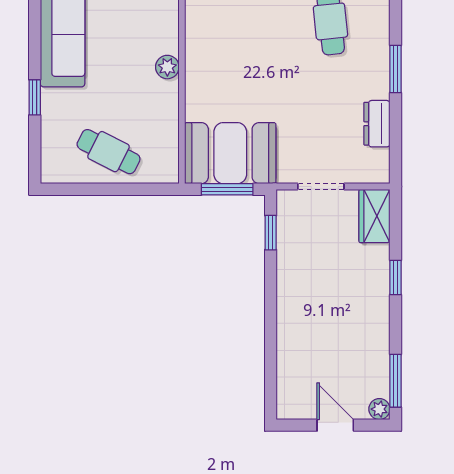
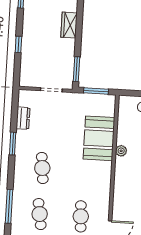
booth: (230, 153) -> (99, 138), moved, turned 90
wardrobe: (374, 216) -> (69, 25), moved, turned 180
window: (271, 233) -> (77, 69), width x1.50

